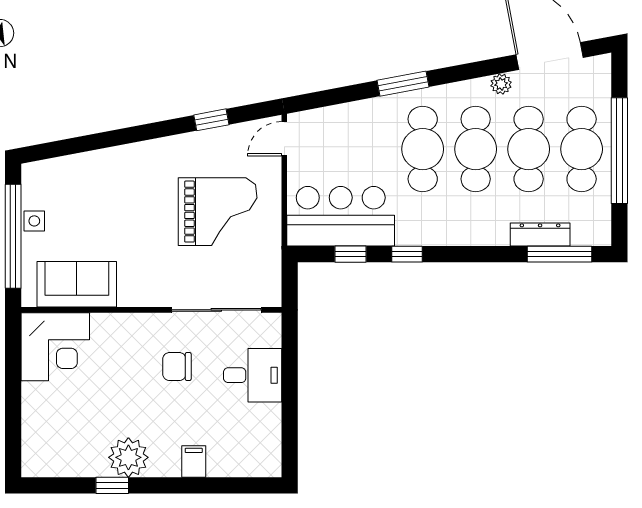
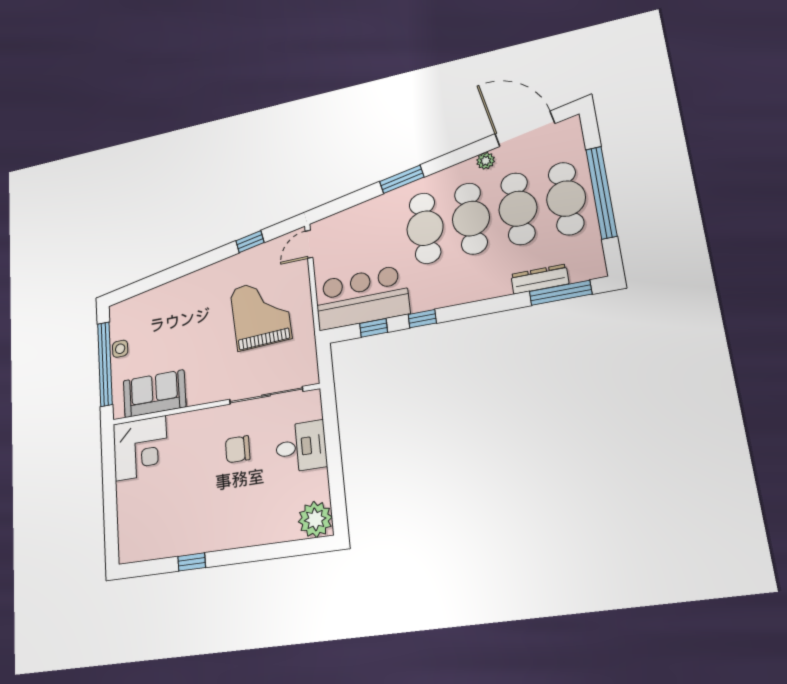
grand piano: (218, 212) -> (261, 314), turned -93
plant: (128, 457) -> (315, 519), moved
filing cabinet: (194, 462) -> (258, 531), removed

